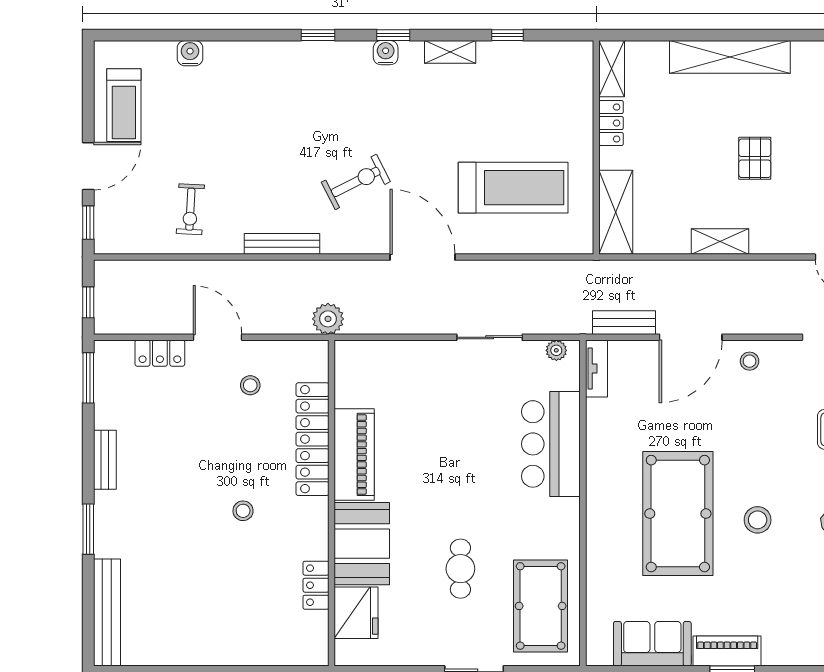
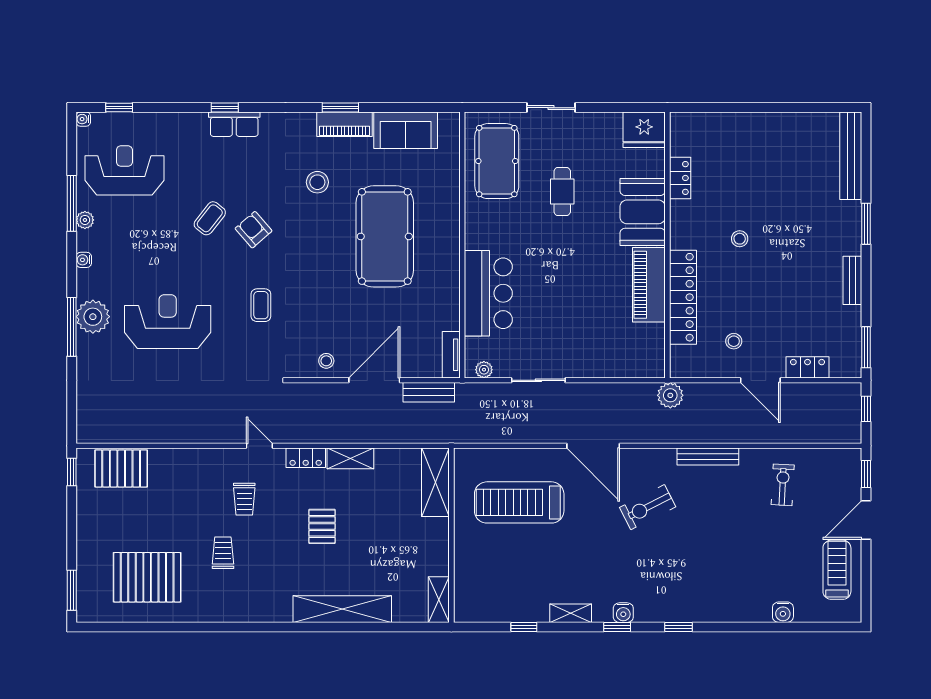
locker: (611, 123) -> (306, 458), moved, turned -90
stool: (758, 520) -> (317, 182), moved
fridge: (356, 613) -> (644, 130), moved, turned -90

